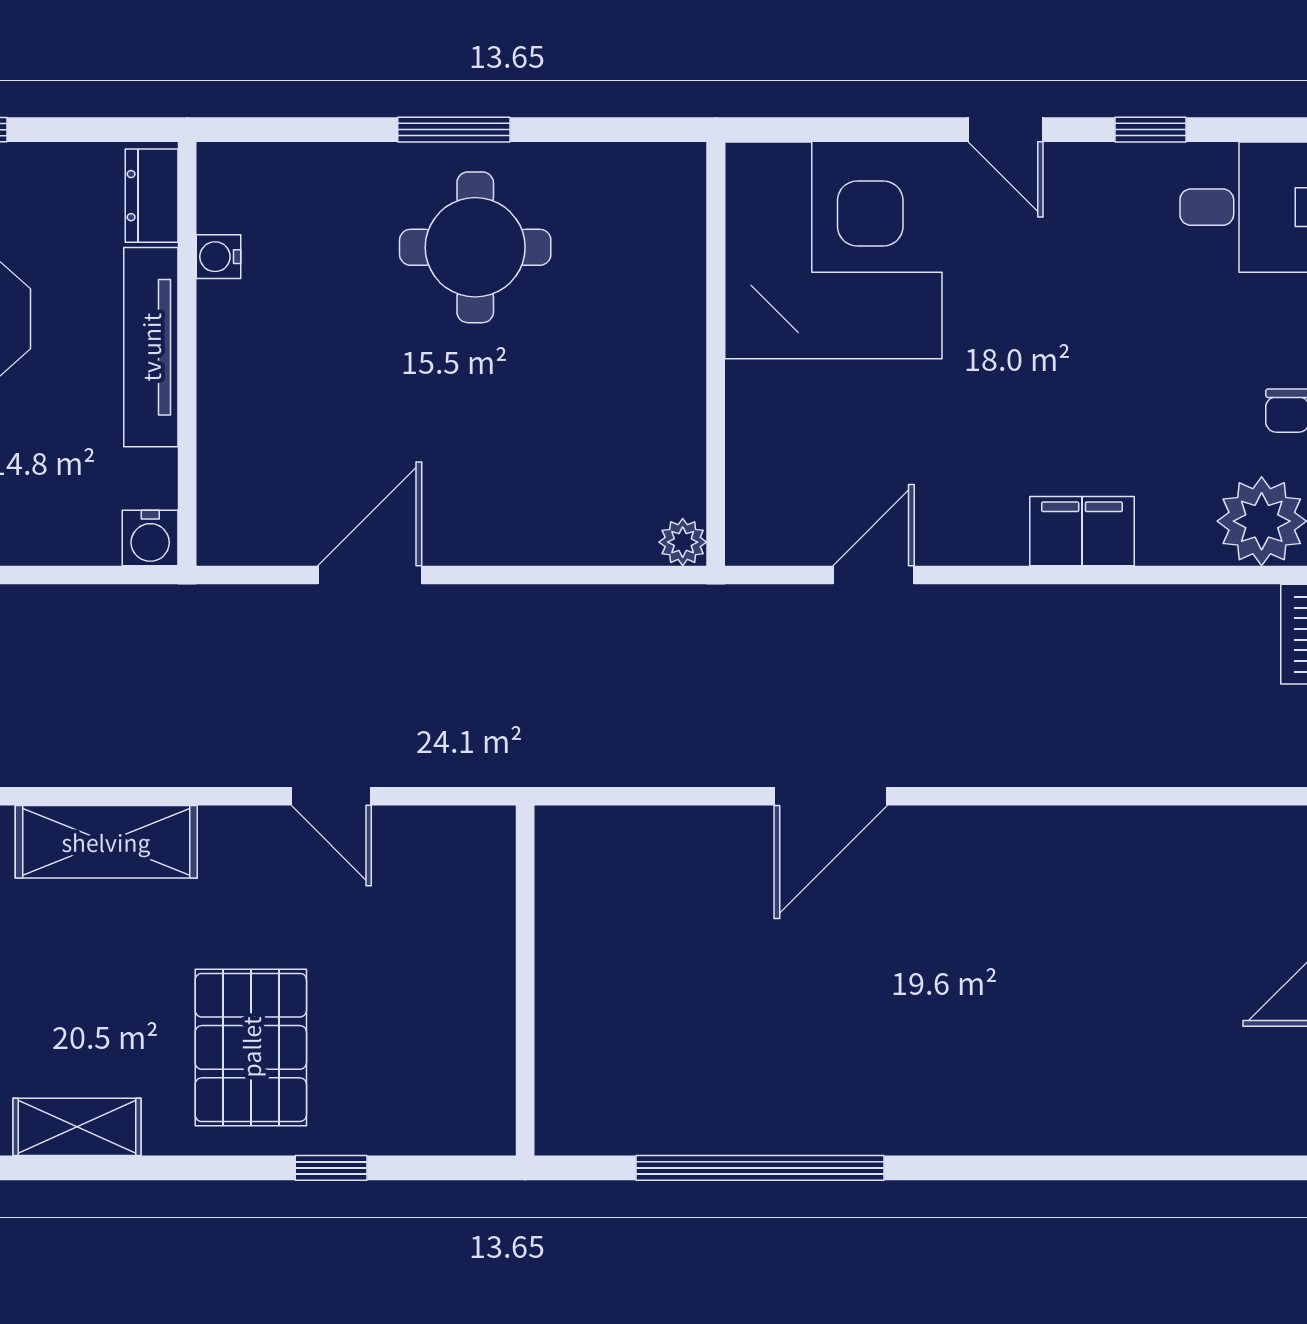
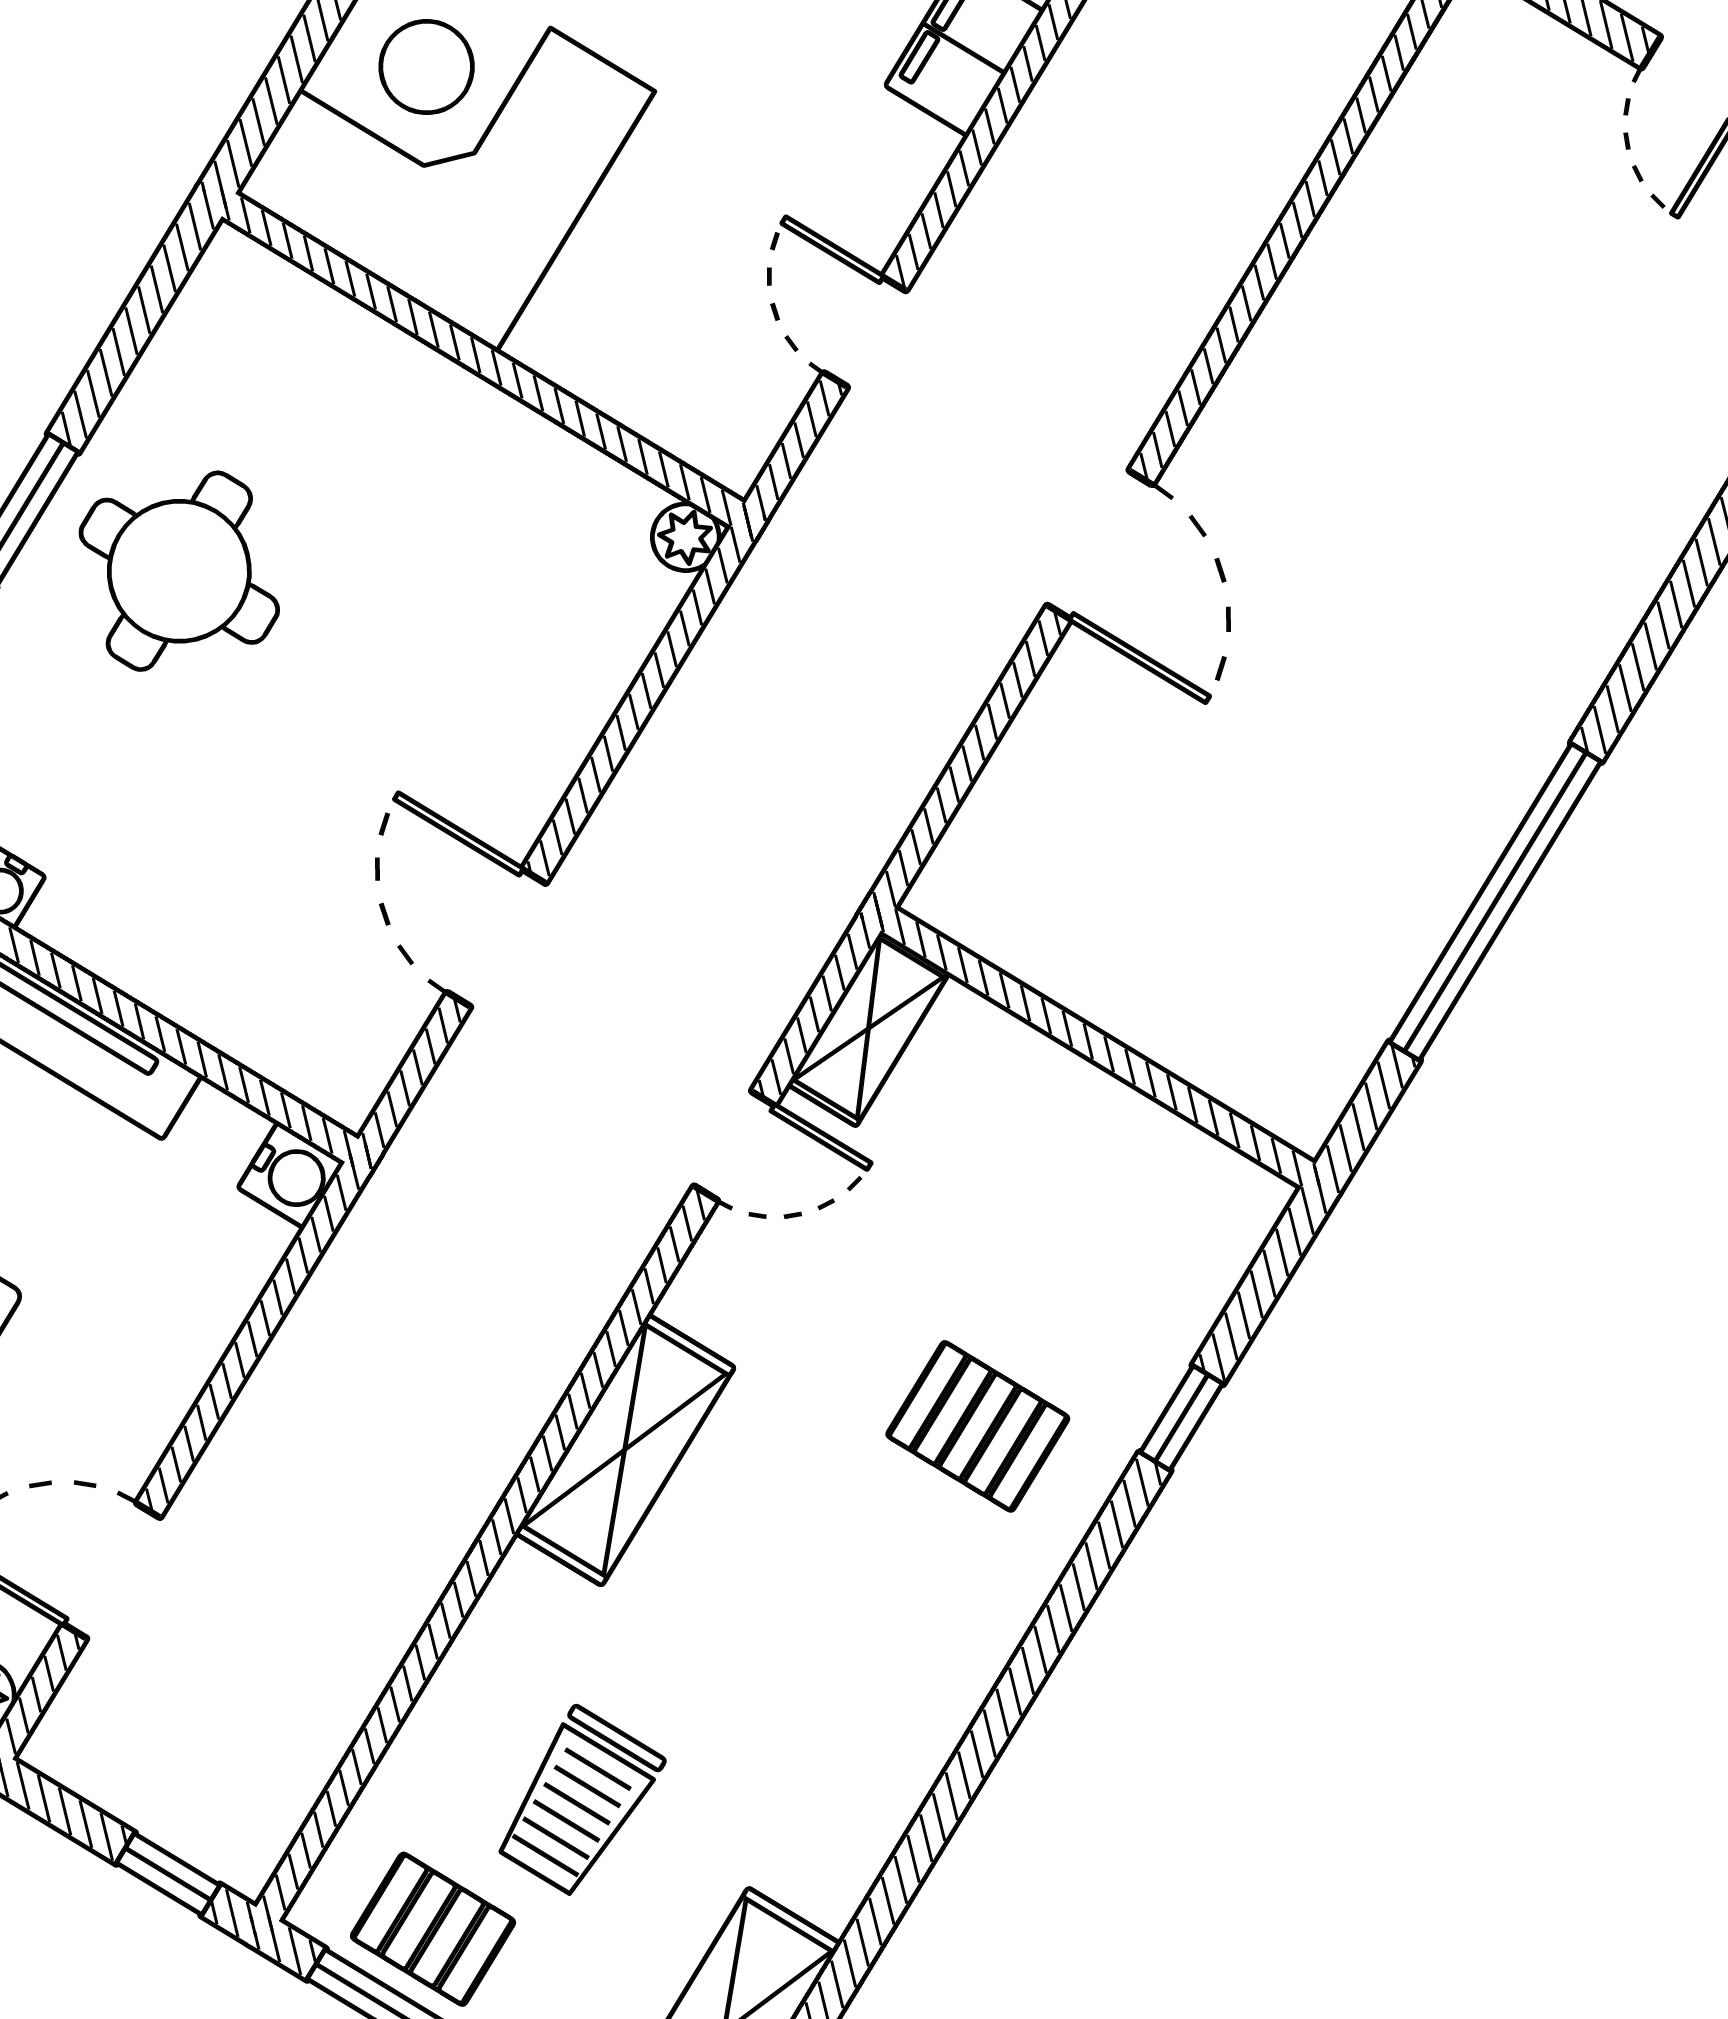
pallet: (251, 1047) -> (978, 1426), width x0.67, depth x0.71
shelving: (77, 1127) -> (868, 1028), moved

